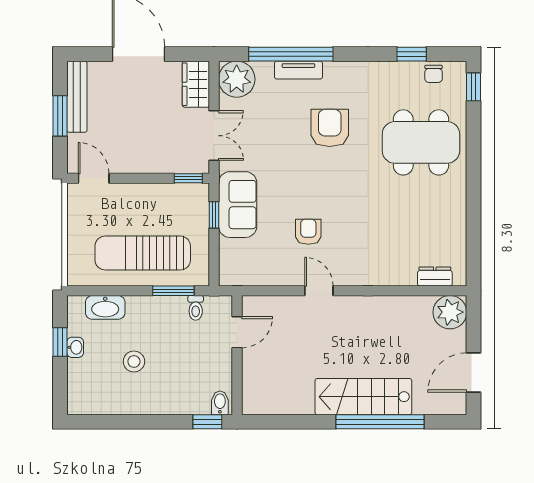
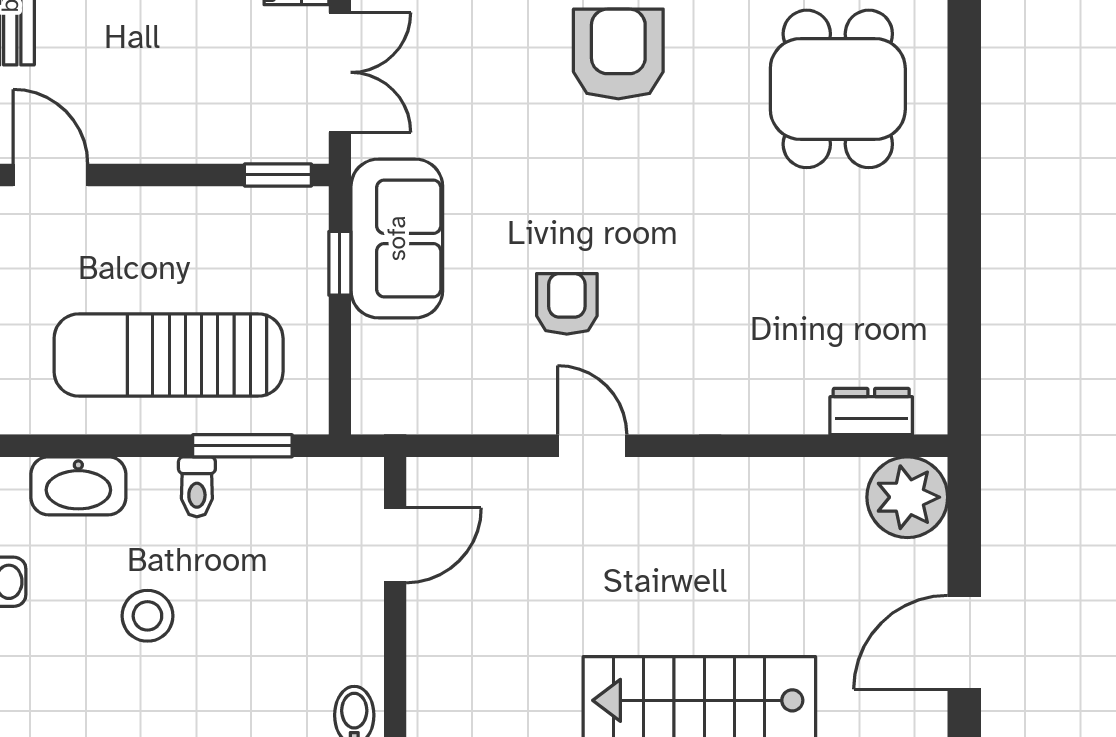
dining table: (421, 142) -> (838, 89), width x0.73
toilet: (196, 308) -> (197, 487), moved

